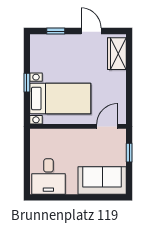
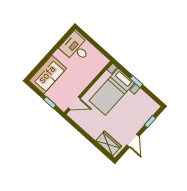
door: (91, 31) -> (133, 141), hinge flipped
door: (107, 126) -> (74, 103), hinge flipped

